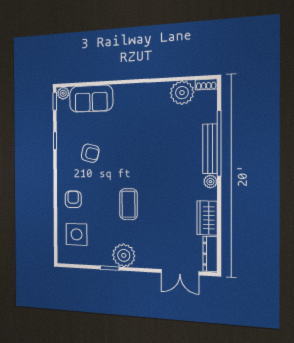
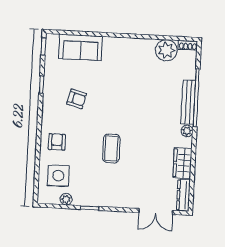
plant: (63, 93) -> (53, 39), removed
plant: (124, 255) -> (66, 199), moved, width x0.53, depth x0.53

